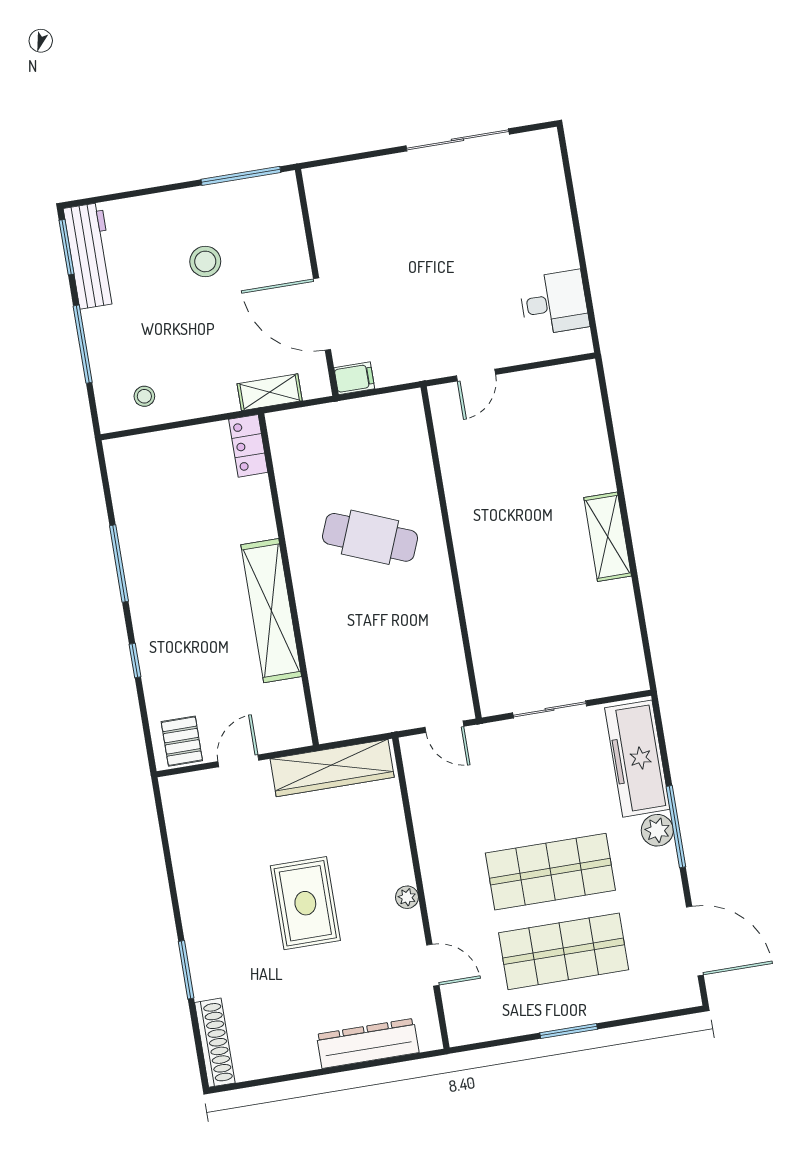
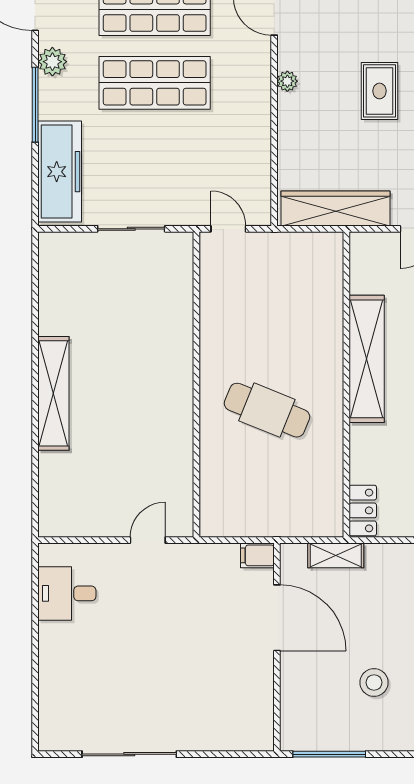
shelving: (608, 537) -> (53, 393), width x1.47
plant: (657, 830) -> (52, 62), moved
rug: (305, 903) -> (380, 91), width x0.73, depth x0.70

